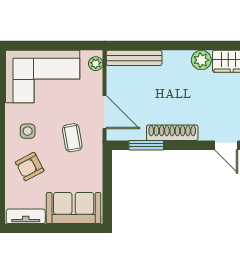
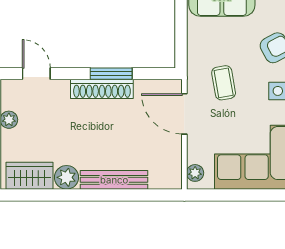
bench: (134, 58) -> (114, 180), moved
window: (146, 145) -> (111, 74), moved

